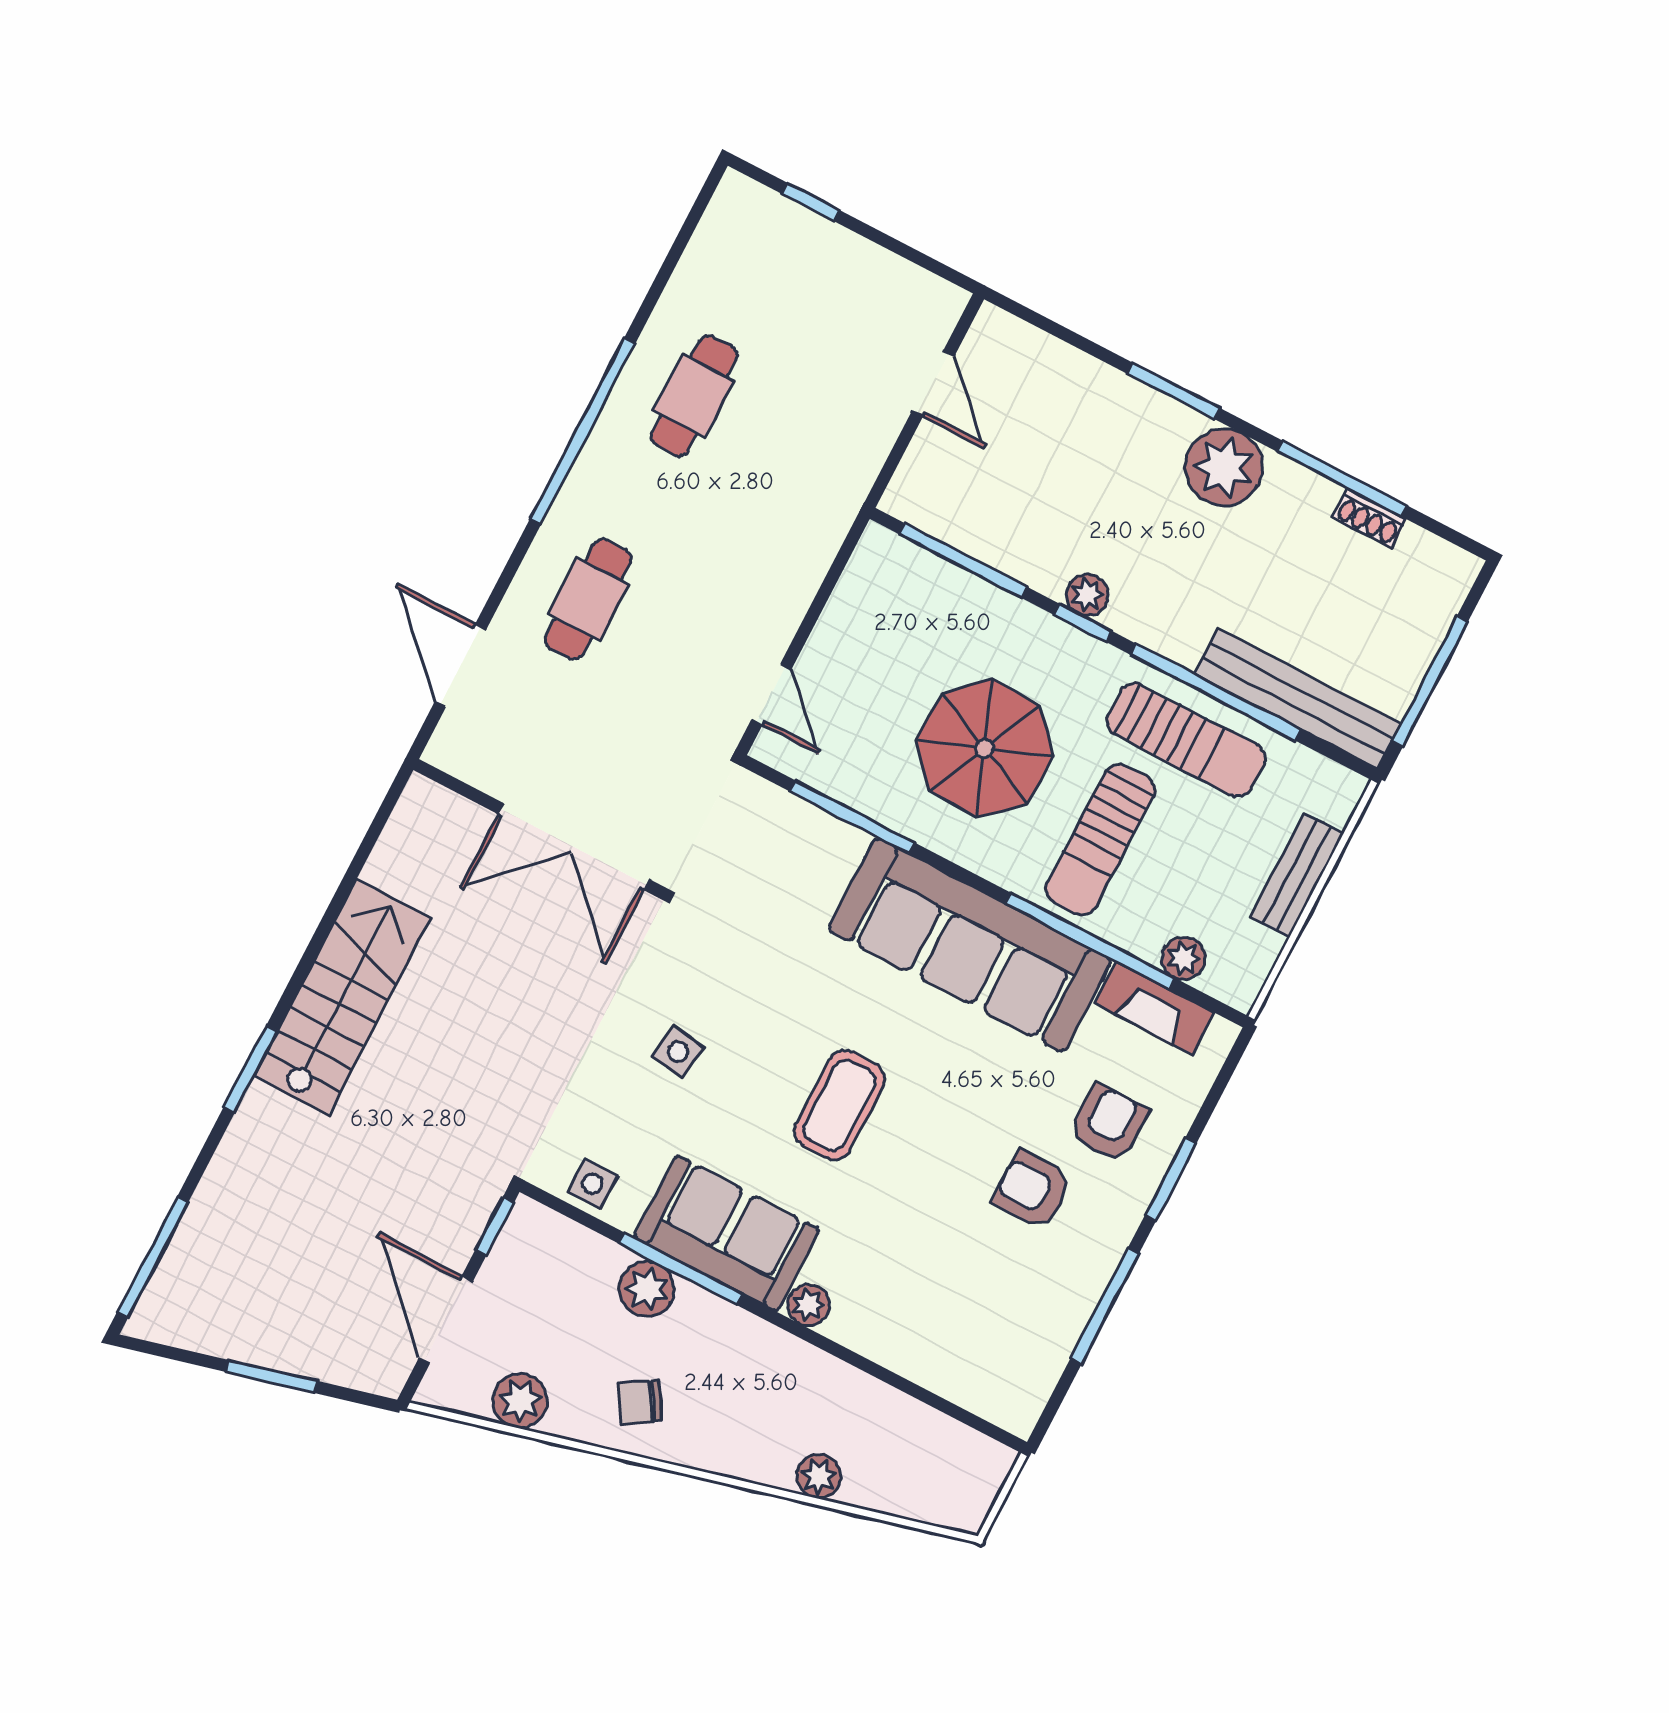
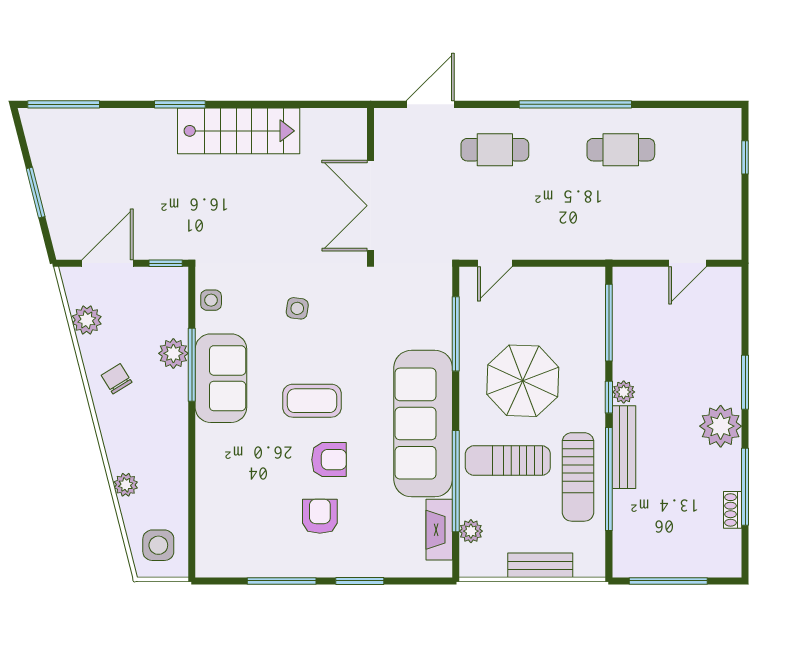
bench: (1297, 699) -> (624, 447), moved, width x0.73, depth x0.82
armchair: (1108, 1123) -> (329, 460), moved
plant: (809, 1305) -> (207, 436), removed
side table: (944, 1475) -> (158, 545), added

